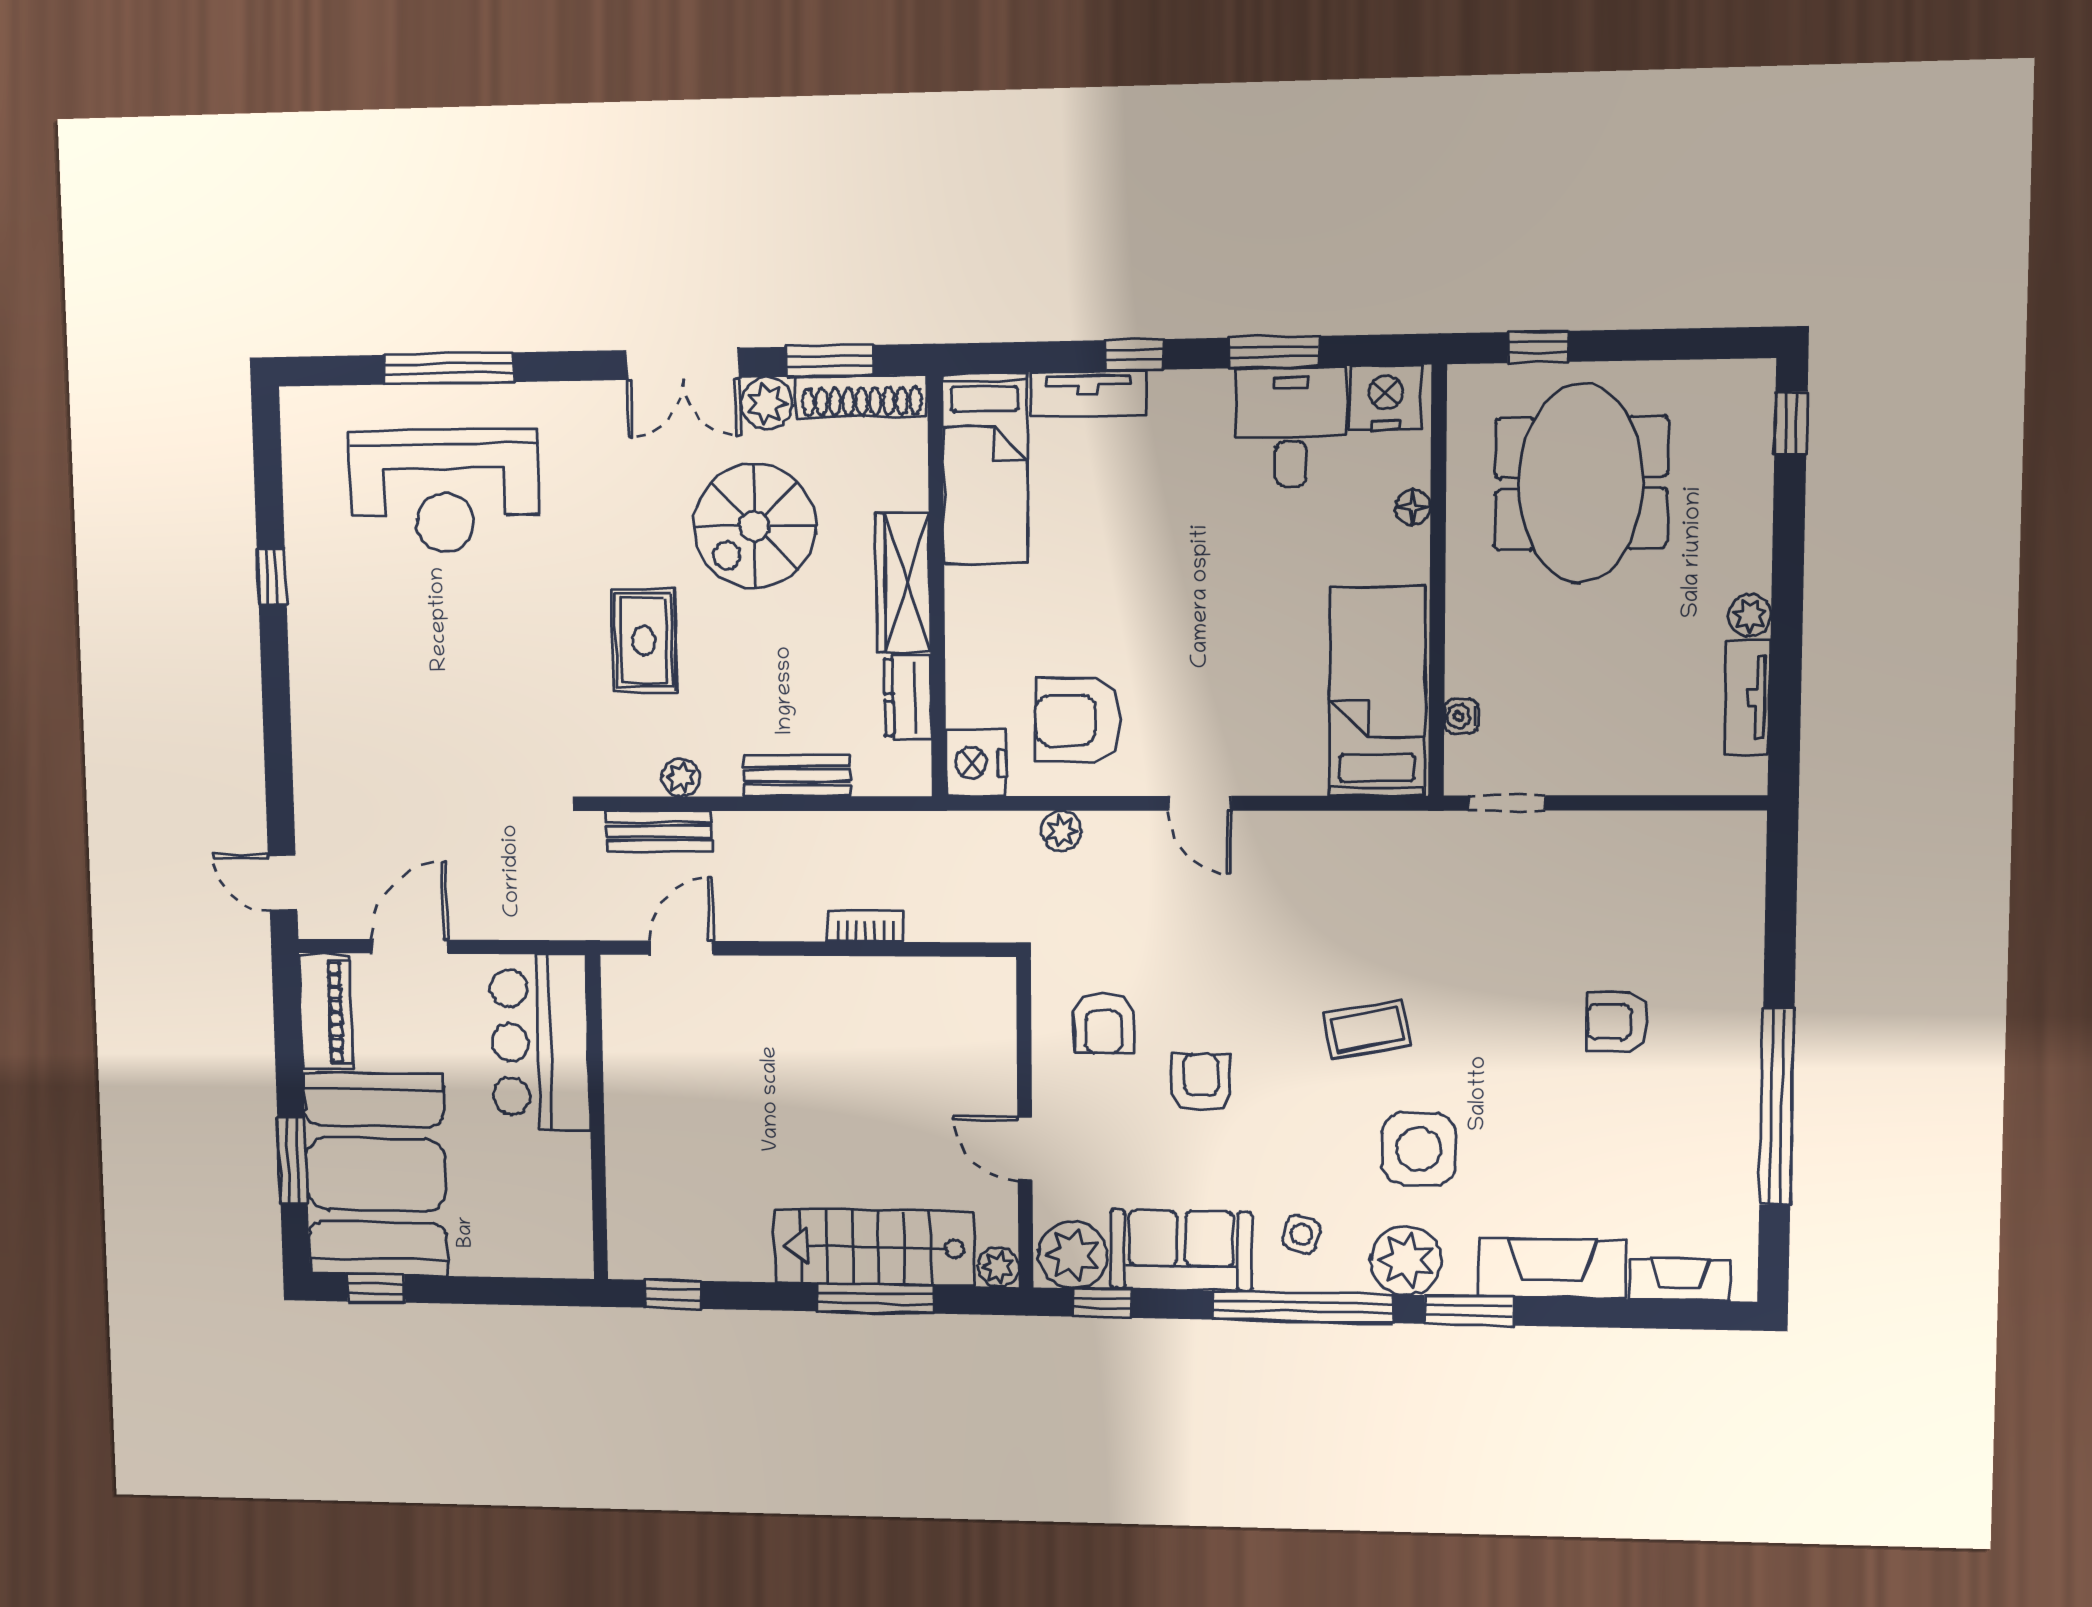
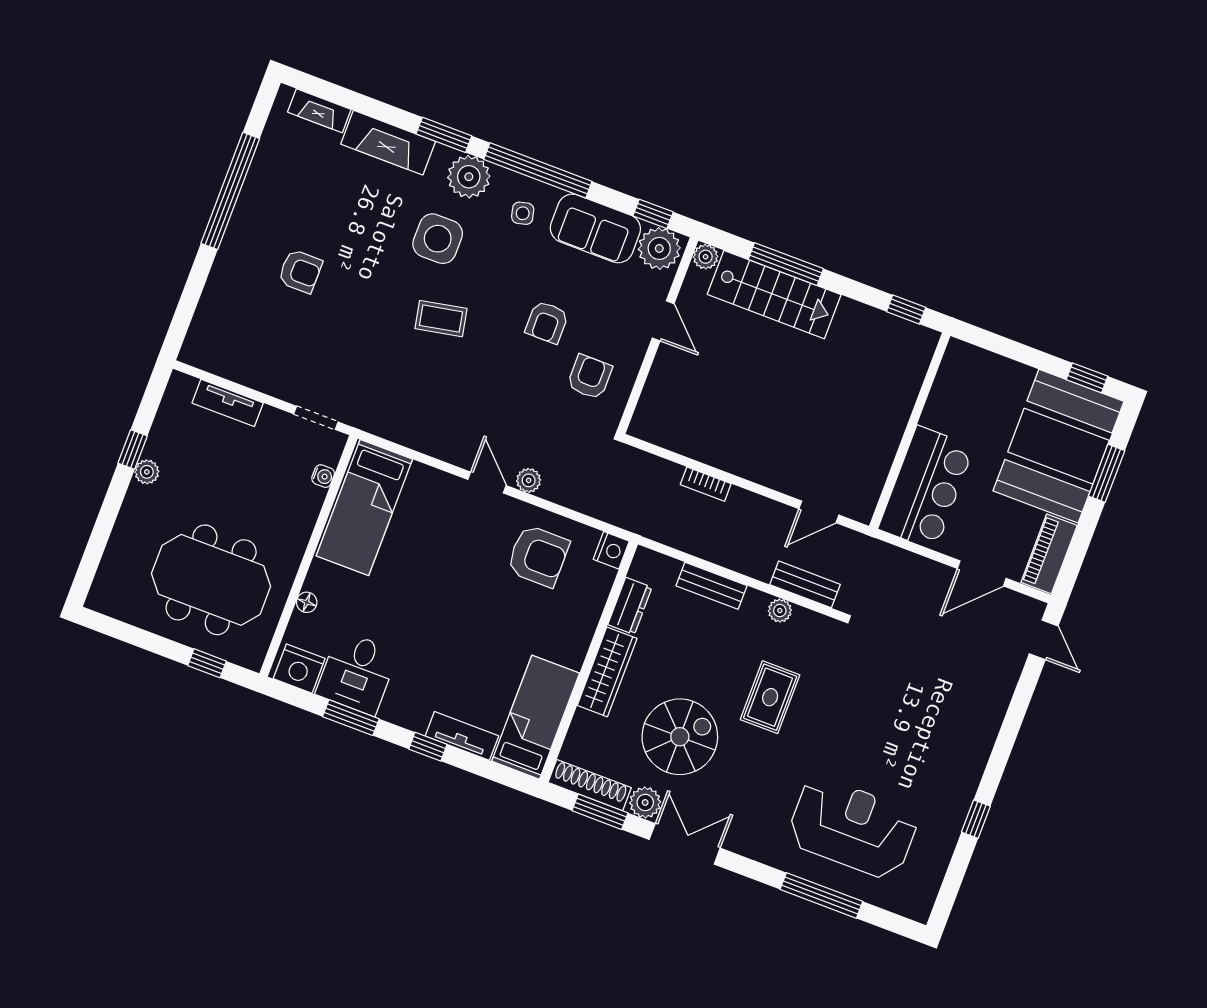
window: (1791, 423) -> (133, 449), moved
meeting table: (1581, 483) -> (211, 580), turned 90
tv unit: (1747, 697) -> (228, 403), moved, turned 90
nightstand: (976, 763) -> (611, 550), width x0.74, depth x0.75
plant: (1061, 831) -> (529, 480), moved
side table: (1301, 1234) -> (523, 213), turned -31

